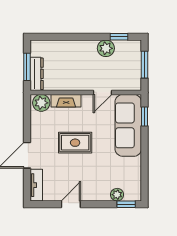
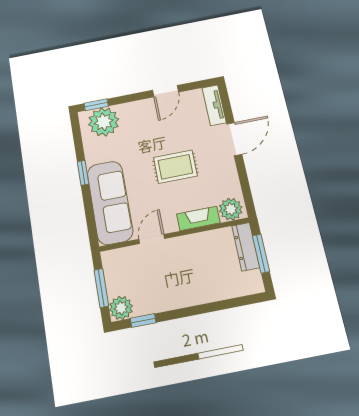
plant: (106, 48) -> (121, 308), moved
window: (145, 116) -> (83, 173), moved
plant: (117, 195) -> (104, 122), width x1.88, depth x1.88

